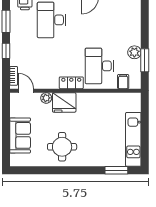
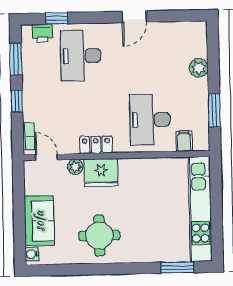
plant: (134, 52) -> (199, 68), moved
locker: (71, 83) -> (96, 145), moved
kitchen unit: (133, 139) -> (200, 209), width x1.36
water cooler: (14, 159) -> (32, 254), added

